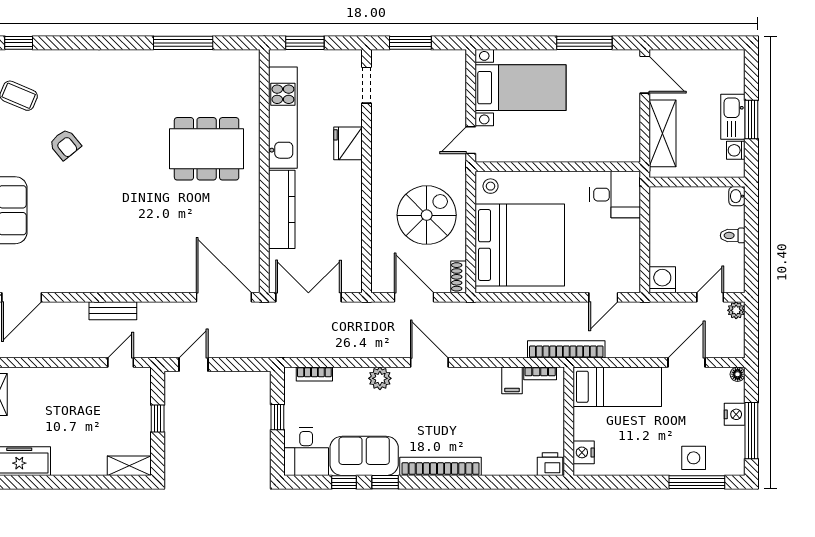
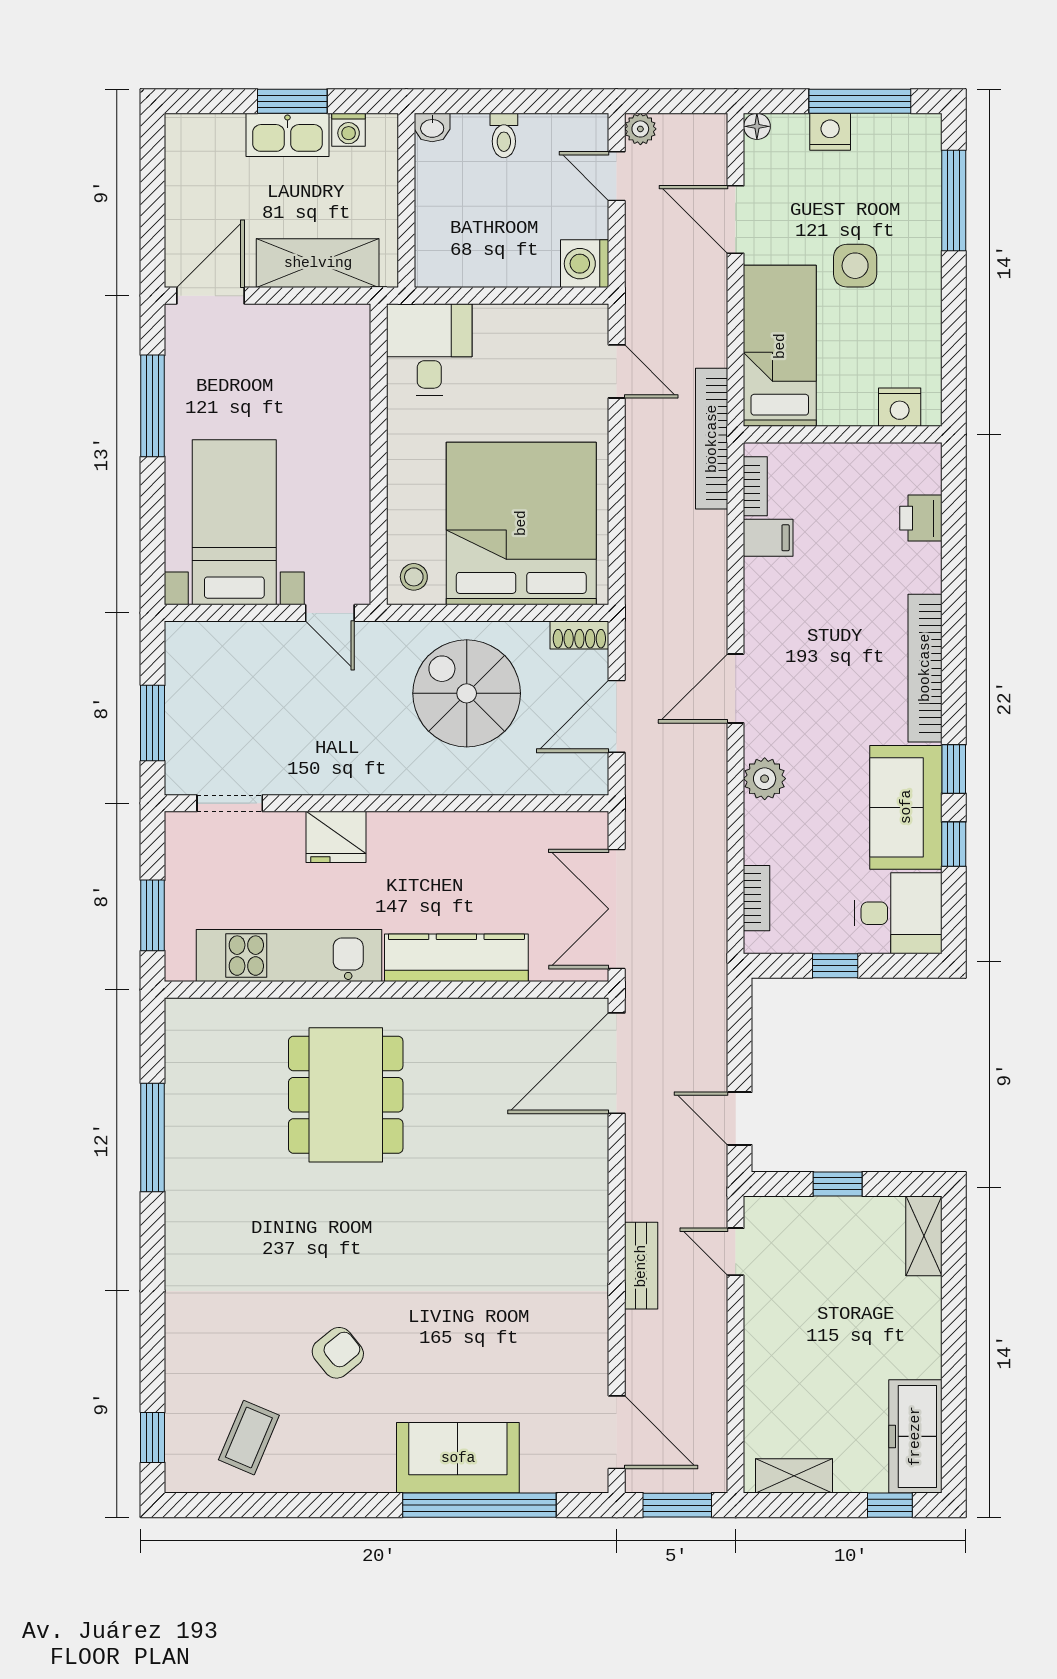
side table: (694, 458) -> (855, 266), moved
printer: (550, 464) -> (921, 518), moved

